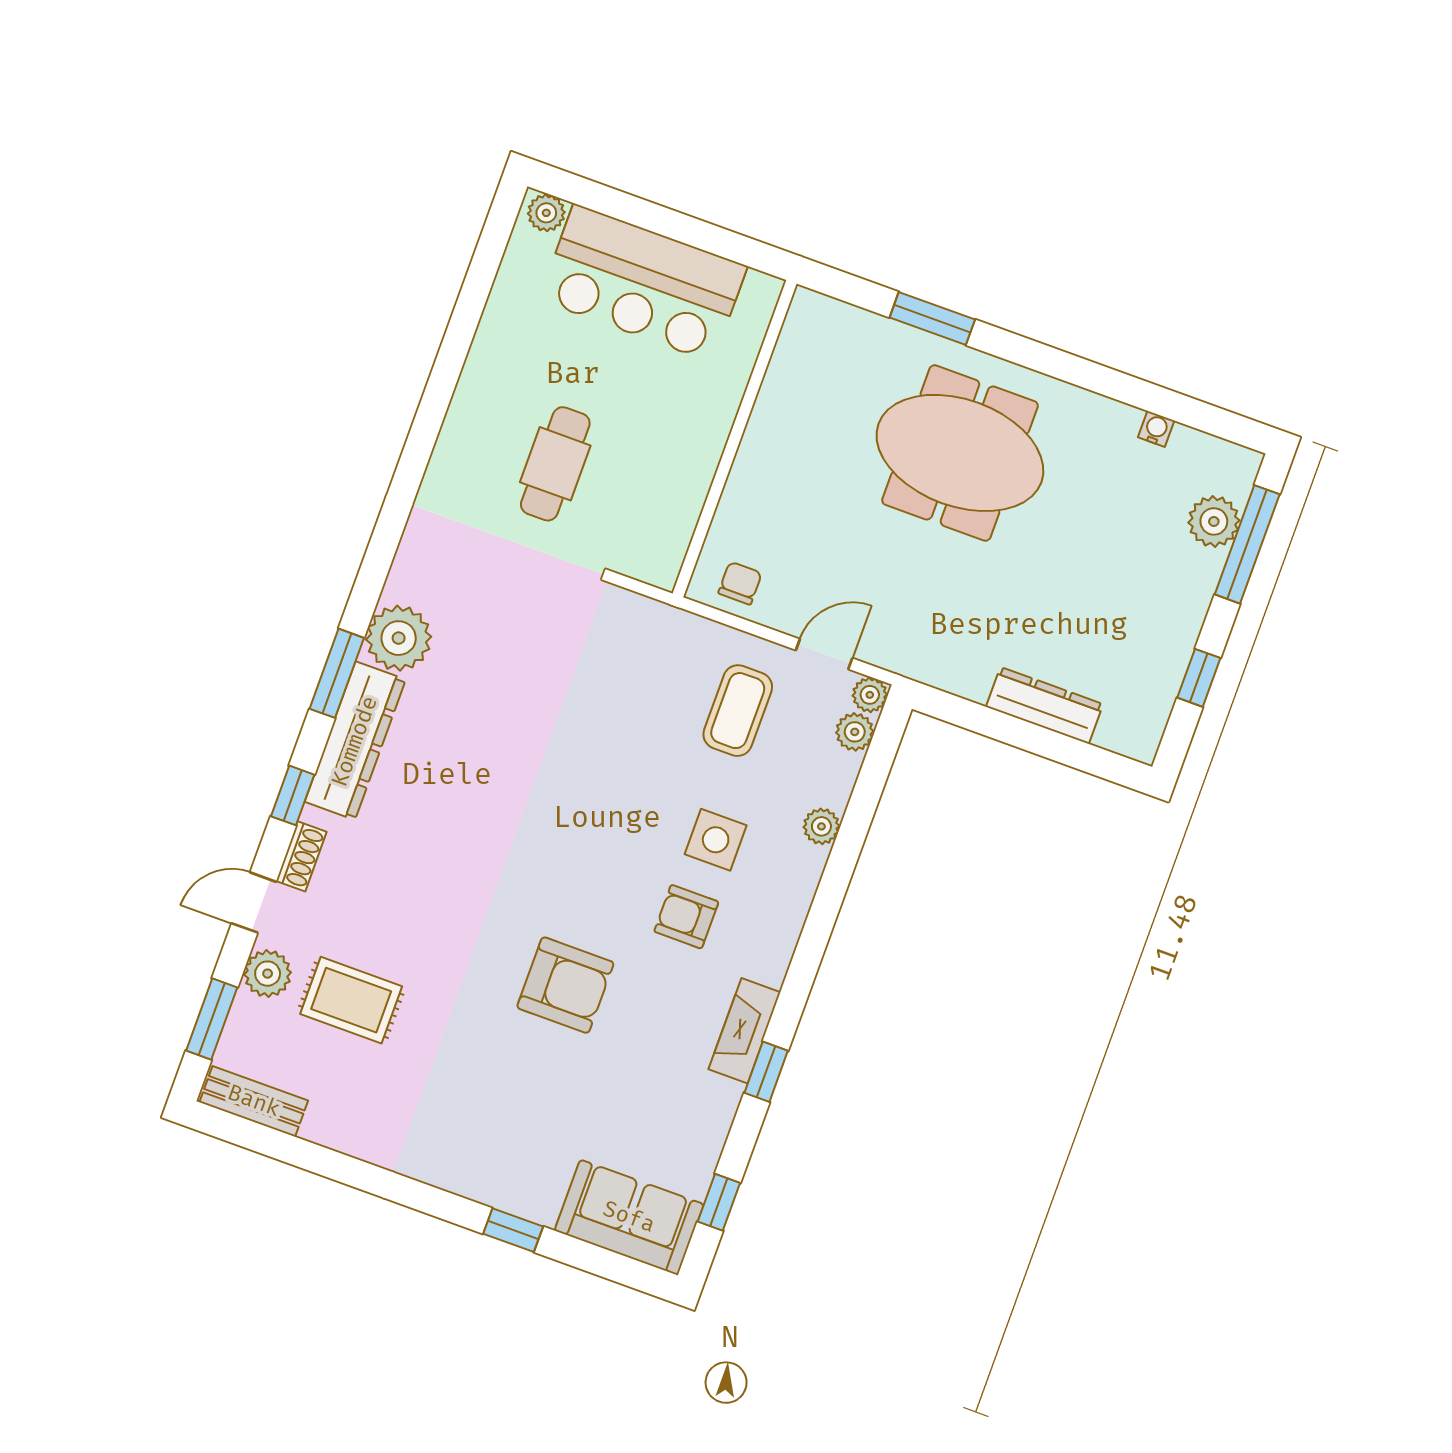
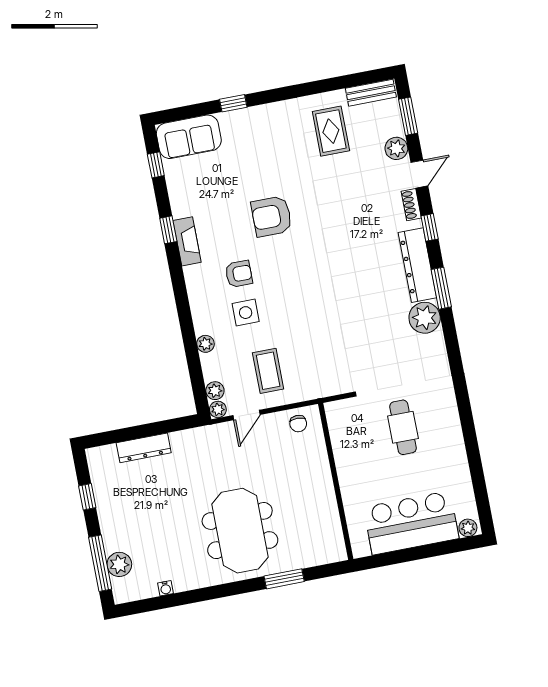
meeting table: (960, 453) -> (240, 531), turned 90
rug: (351, 1000) -> (331, 131), moved, turned 90

